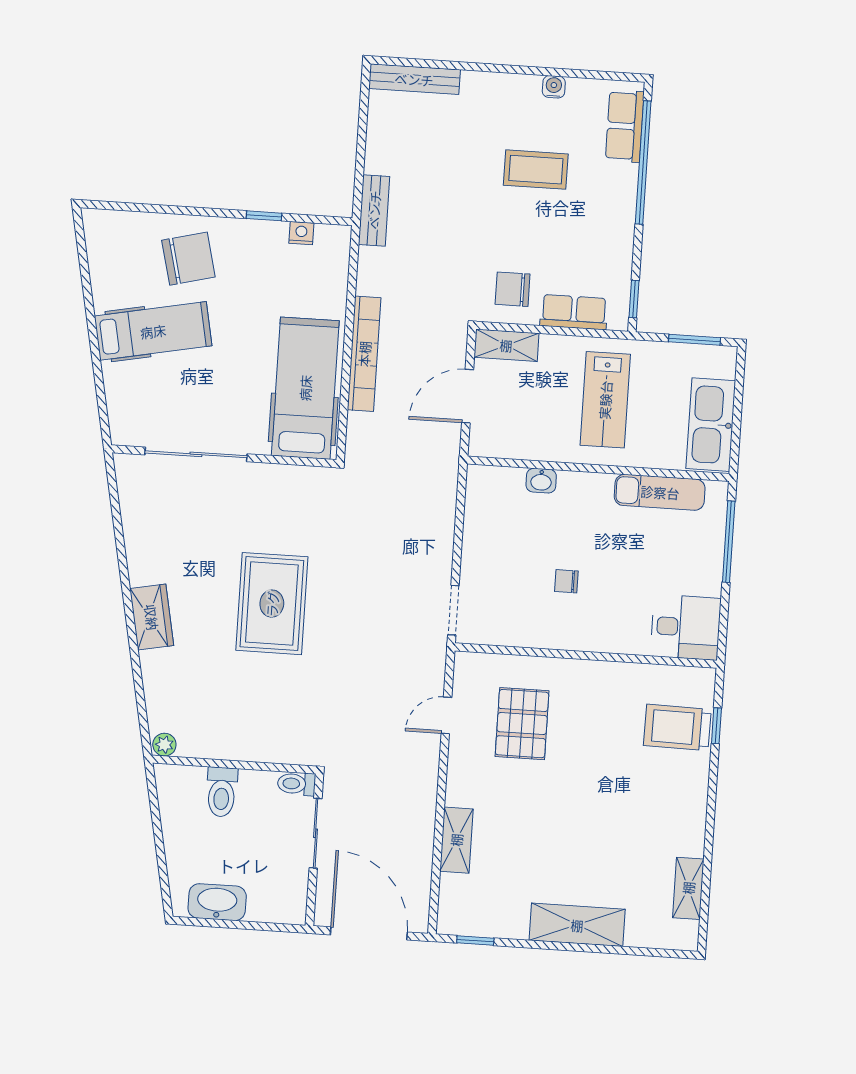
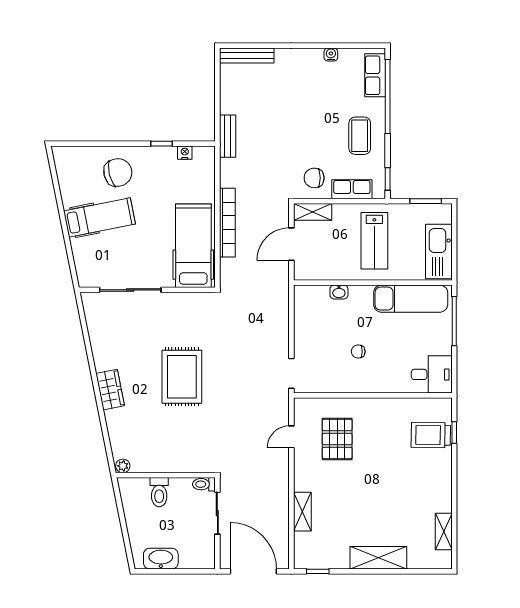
coffee table: (536, 170) -> (360, 136), moved, turned 90
exam couch: (660, 492) -> (411, 299), width x1.36, depth x1.45

